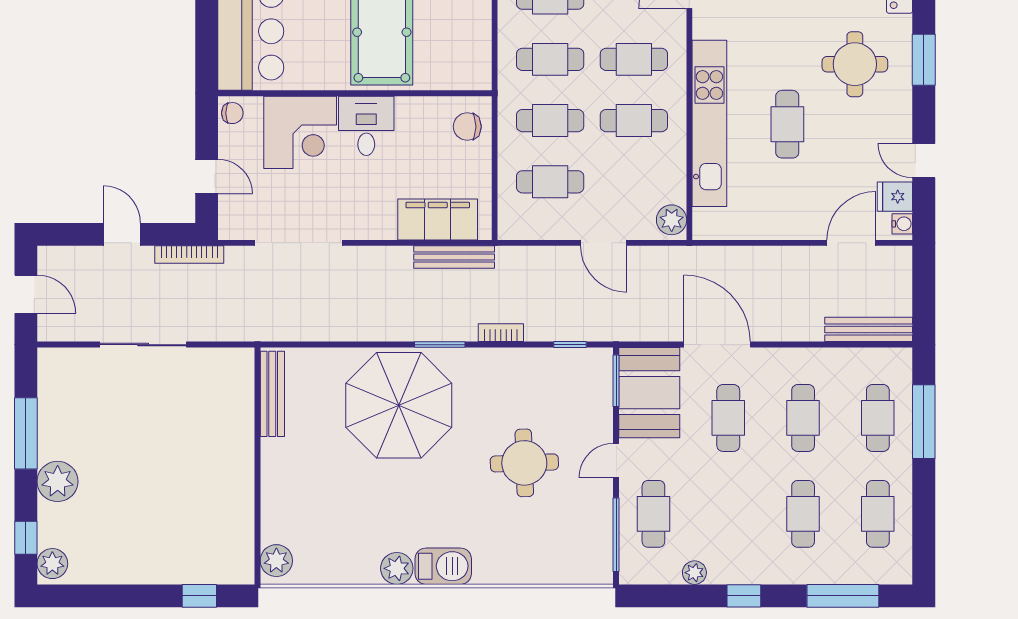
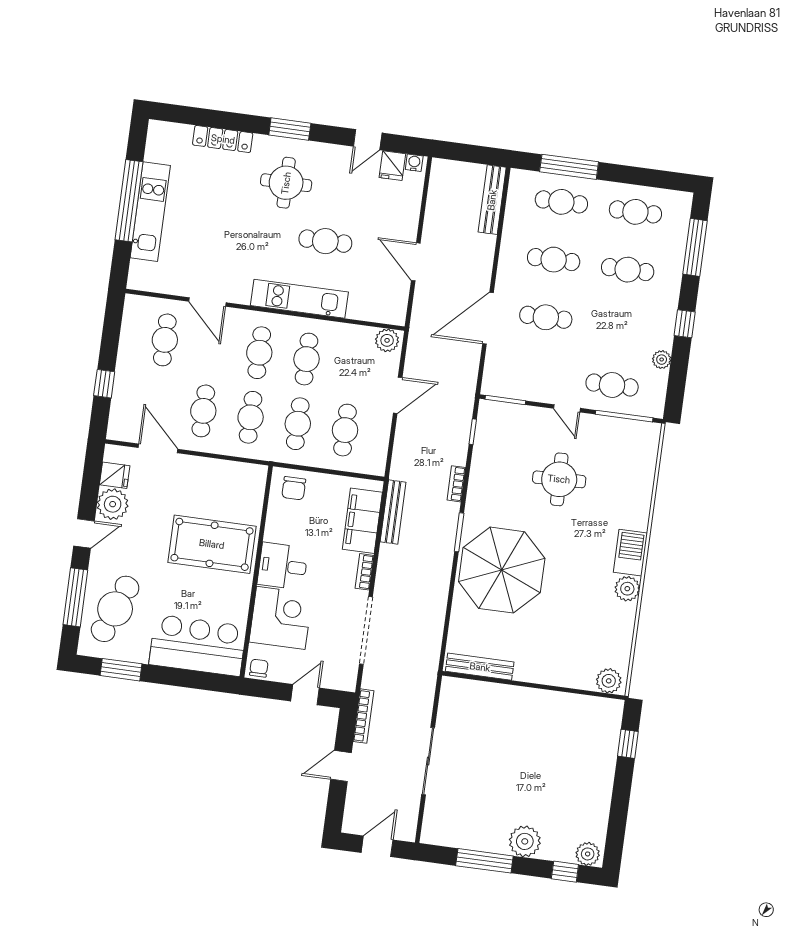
kitchen unit: (709, 123) -> (299, 299), width x0.73
bookcase: (373, 231) -> (365, 572), added
door: (851, 243) -> (416, 262), moved
booth: (649, 393) -> (518, 376), removed

